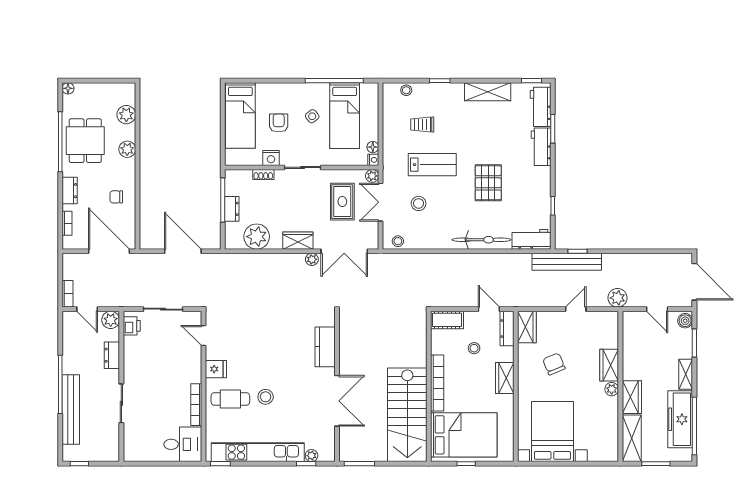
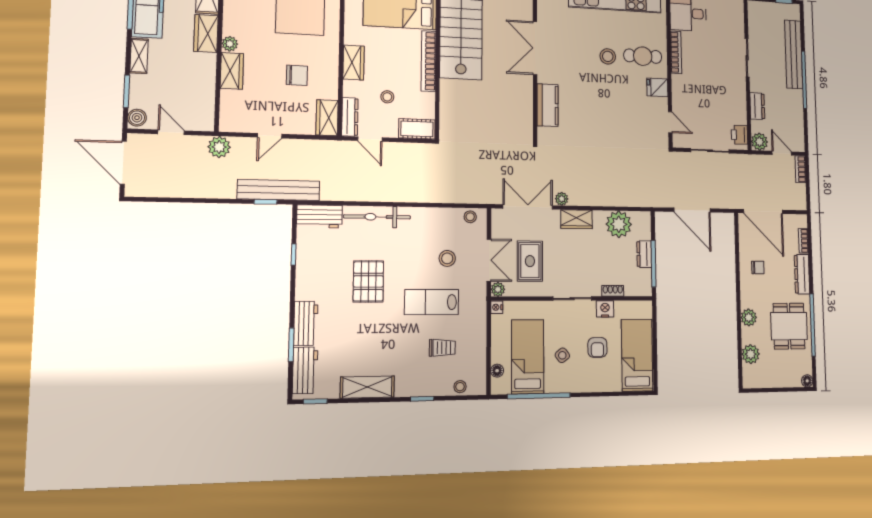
floor lamp: (373, 147) -> (497, 371), moved
dresser: (70, 191) -> (802, 274), width x1.44
chair: (554, 364) -> (297, 75), turned -68

